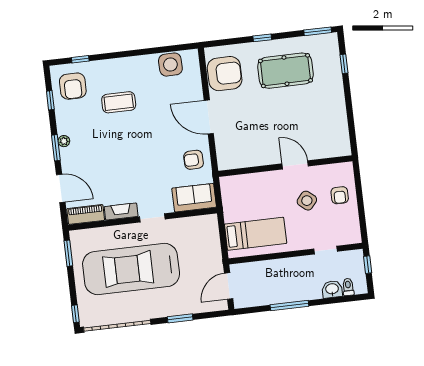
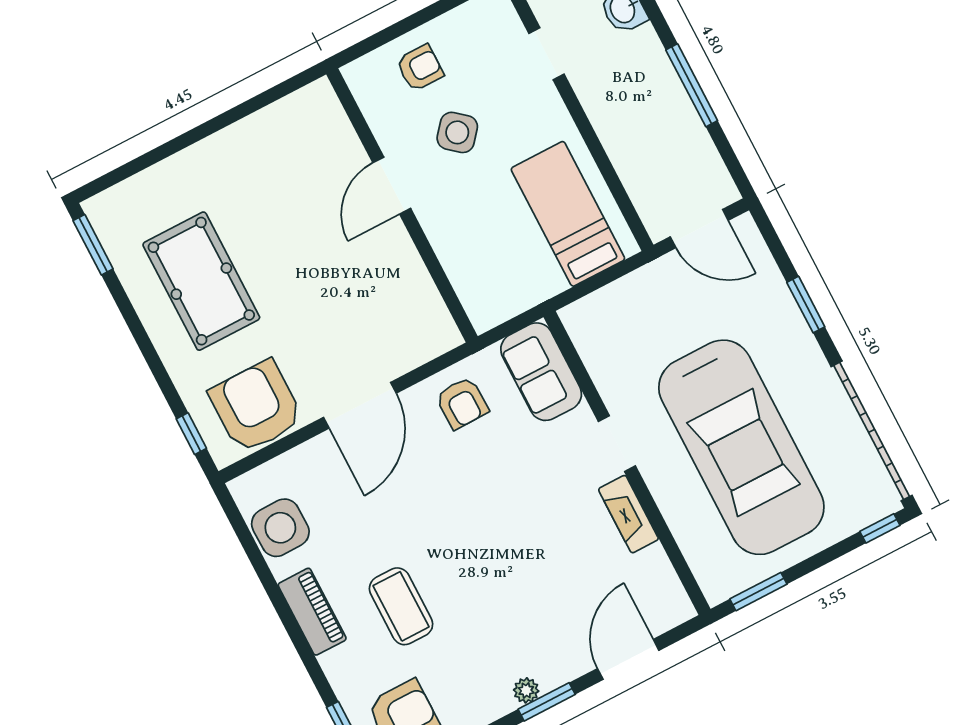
window: (262, 38) -> (191, 434), moved
window: (344, 64) -> (140, 164), removed
piano: (86, 214) -> (312, 612), moved, turned 180

